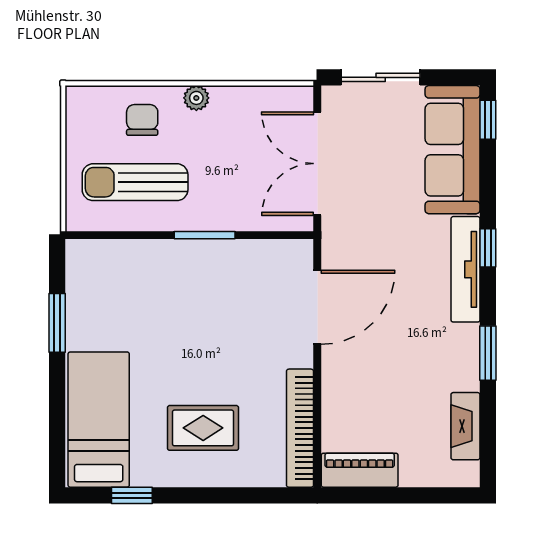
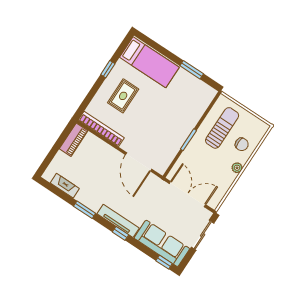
window: (132, 495) -> (108, 69), moved

